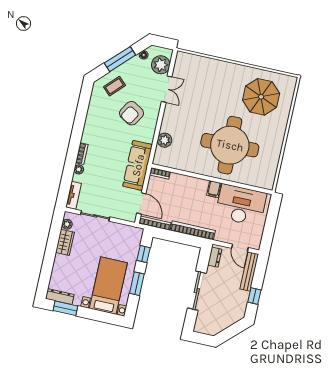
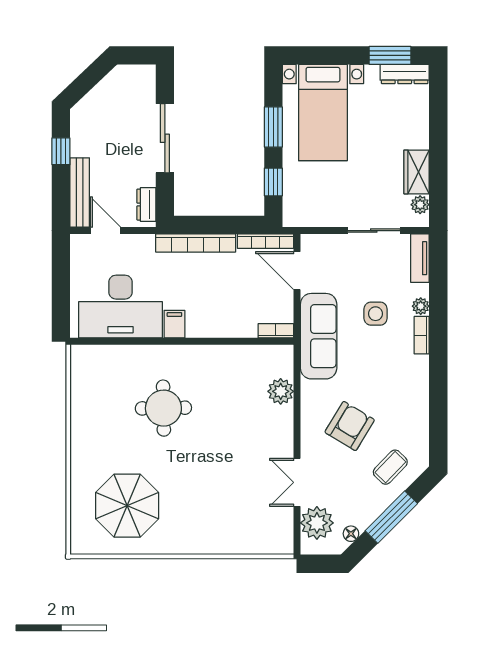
round table: (230, 145) -> (163, 408), width x0.54, depth x0.54
side table: (104, 171) -> (376, 314), added

